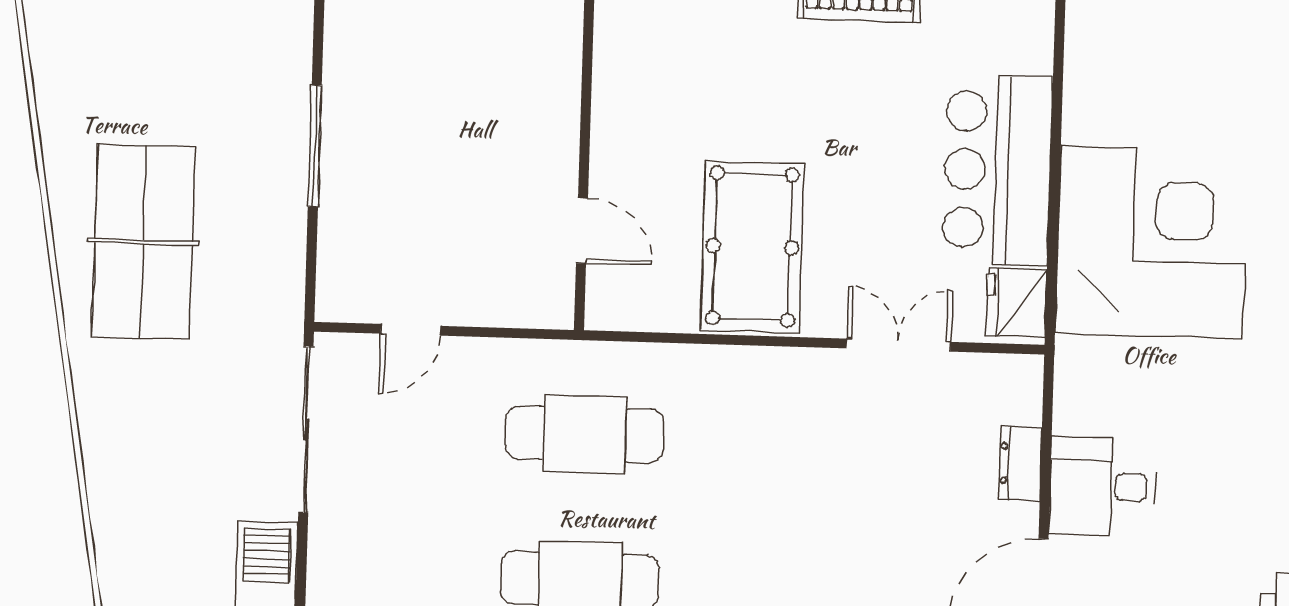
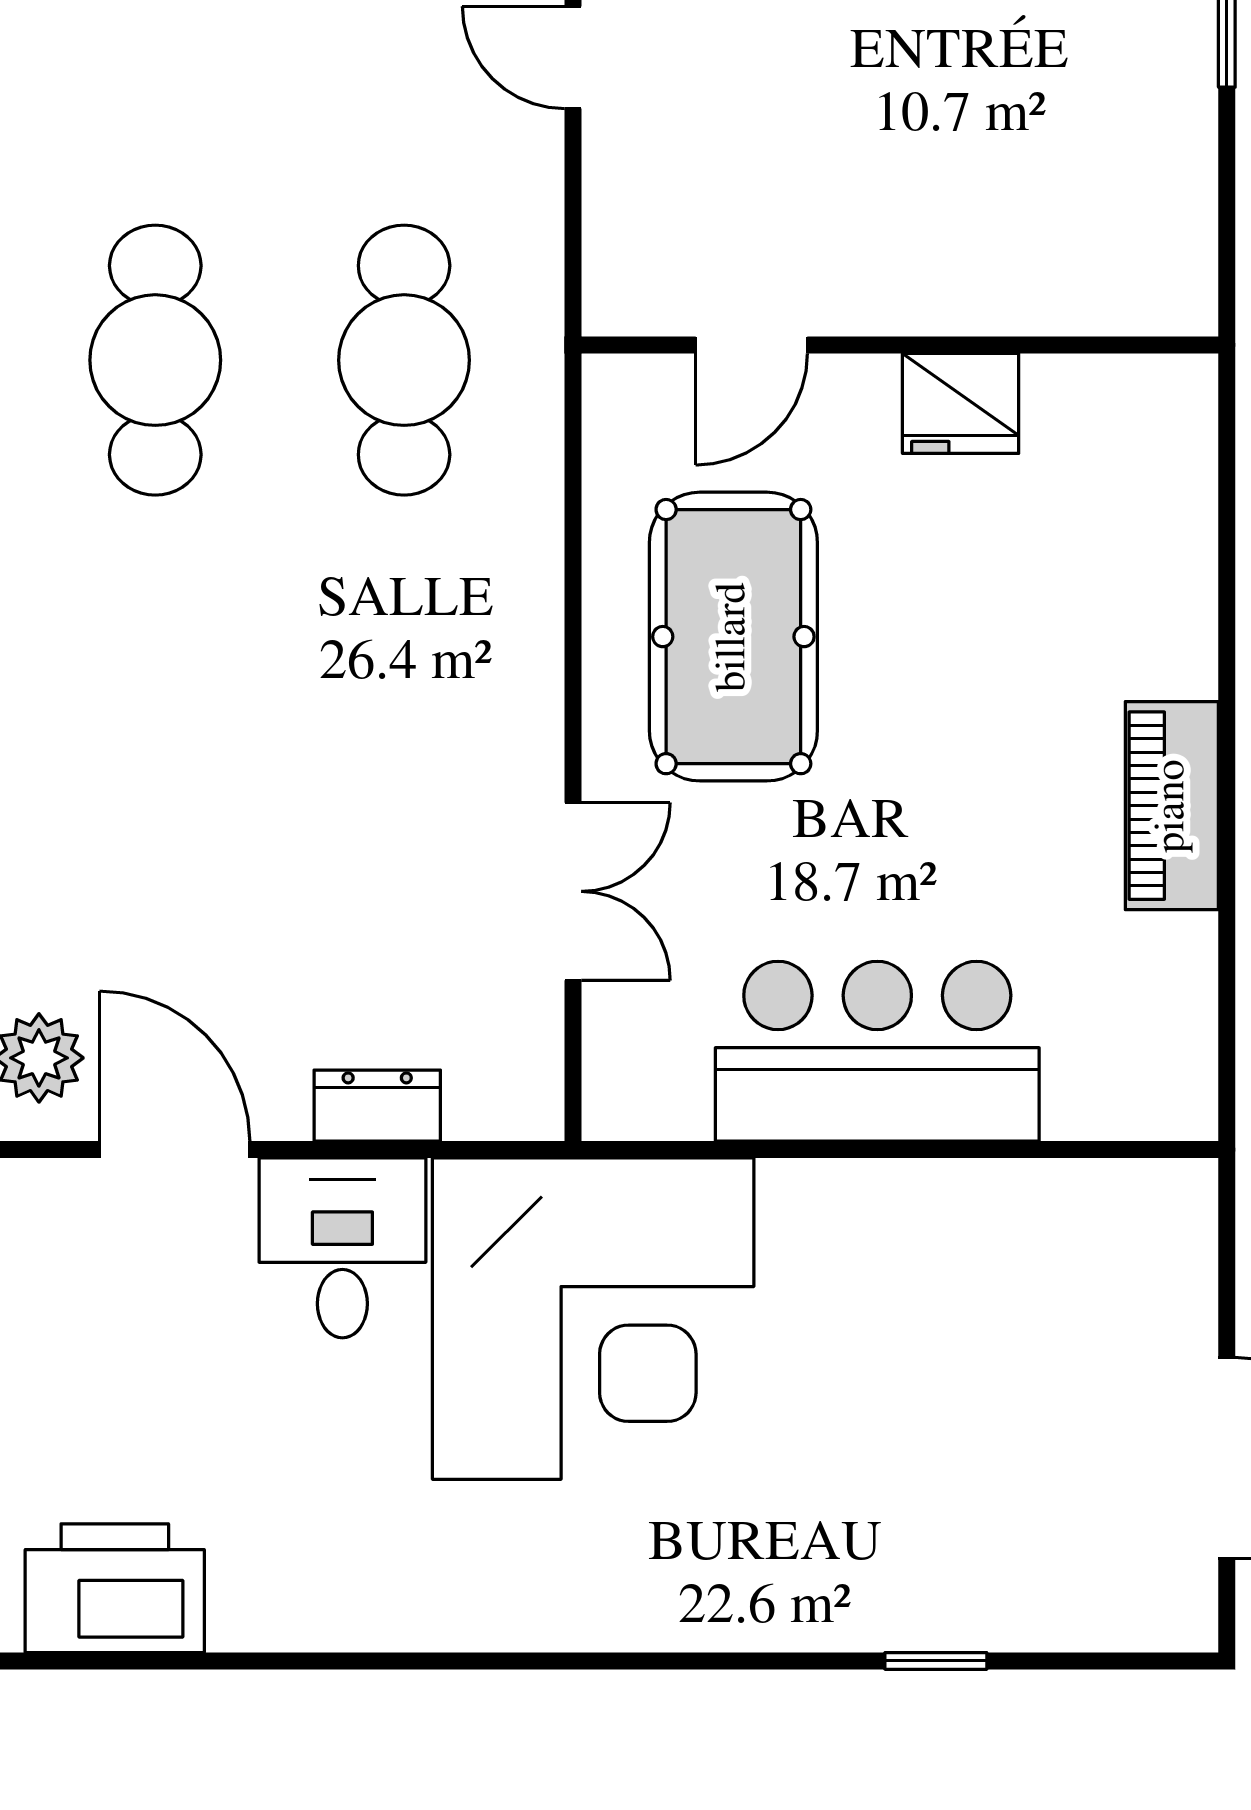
corner desk: (1152, 242) -> (593, 1319), moved
pool table: (752, 247) -> (733, 637), turned 90
fridge: (1017, 303) -> (961, 403), moved, turned 180

